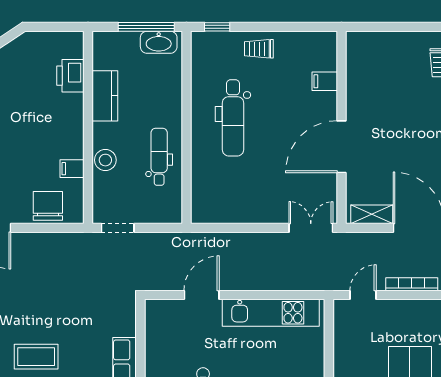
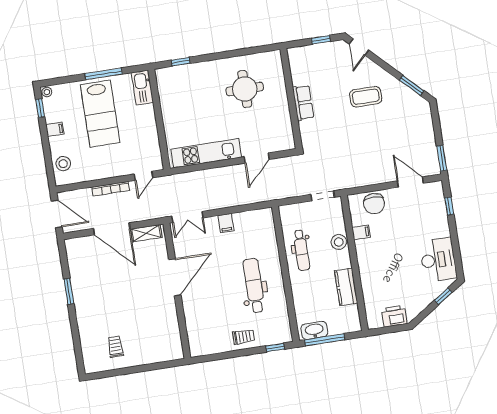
printer: (70, 76) -> (394, 316), moved, turned -90
filing cabinet: (325, 81) -> (226, 223), moved, turned 90

